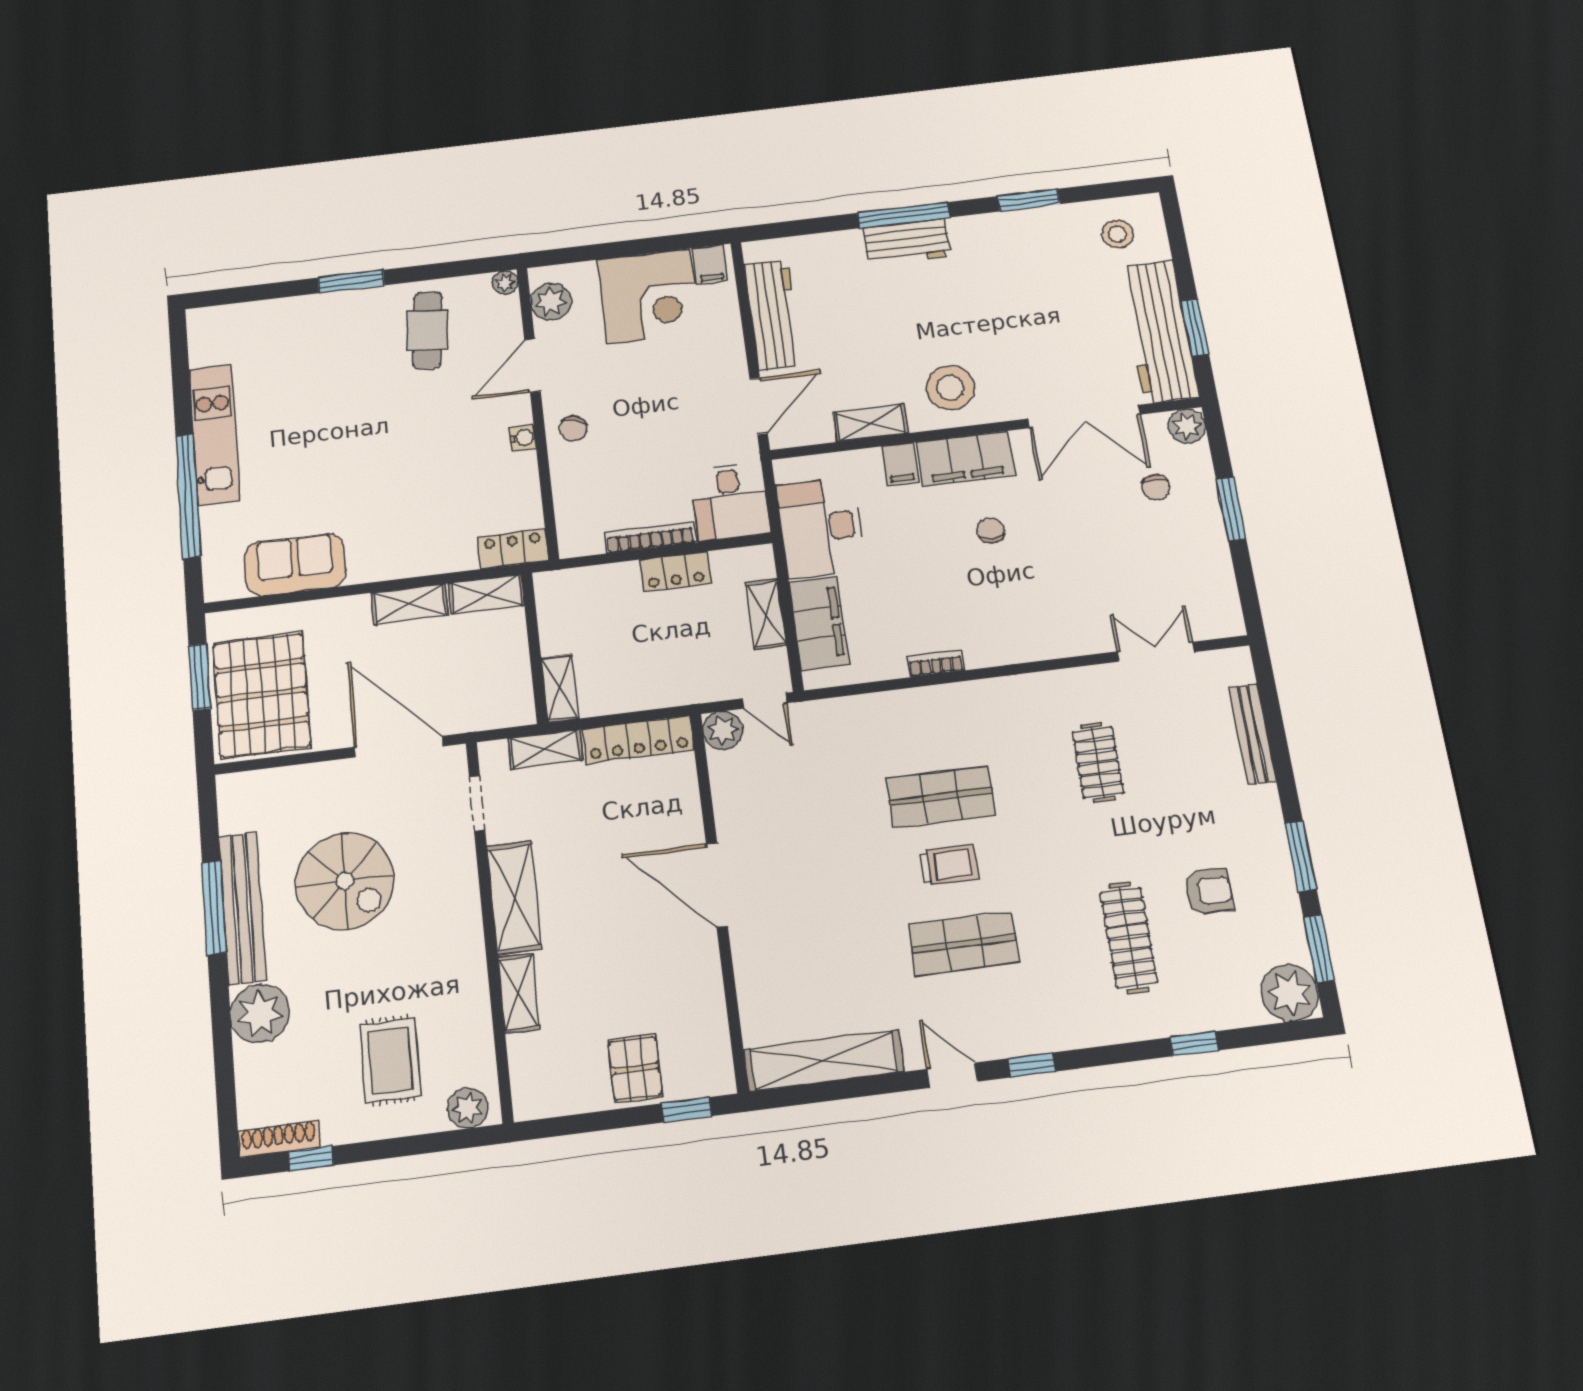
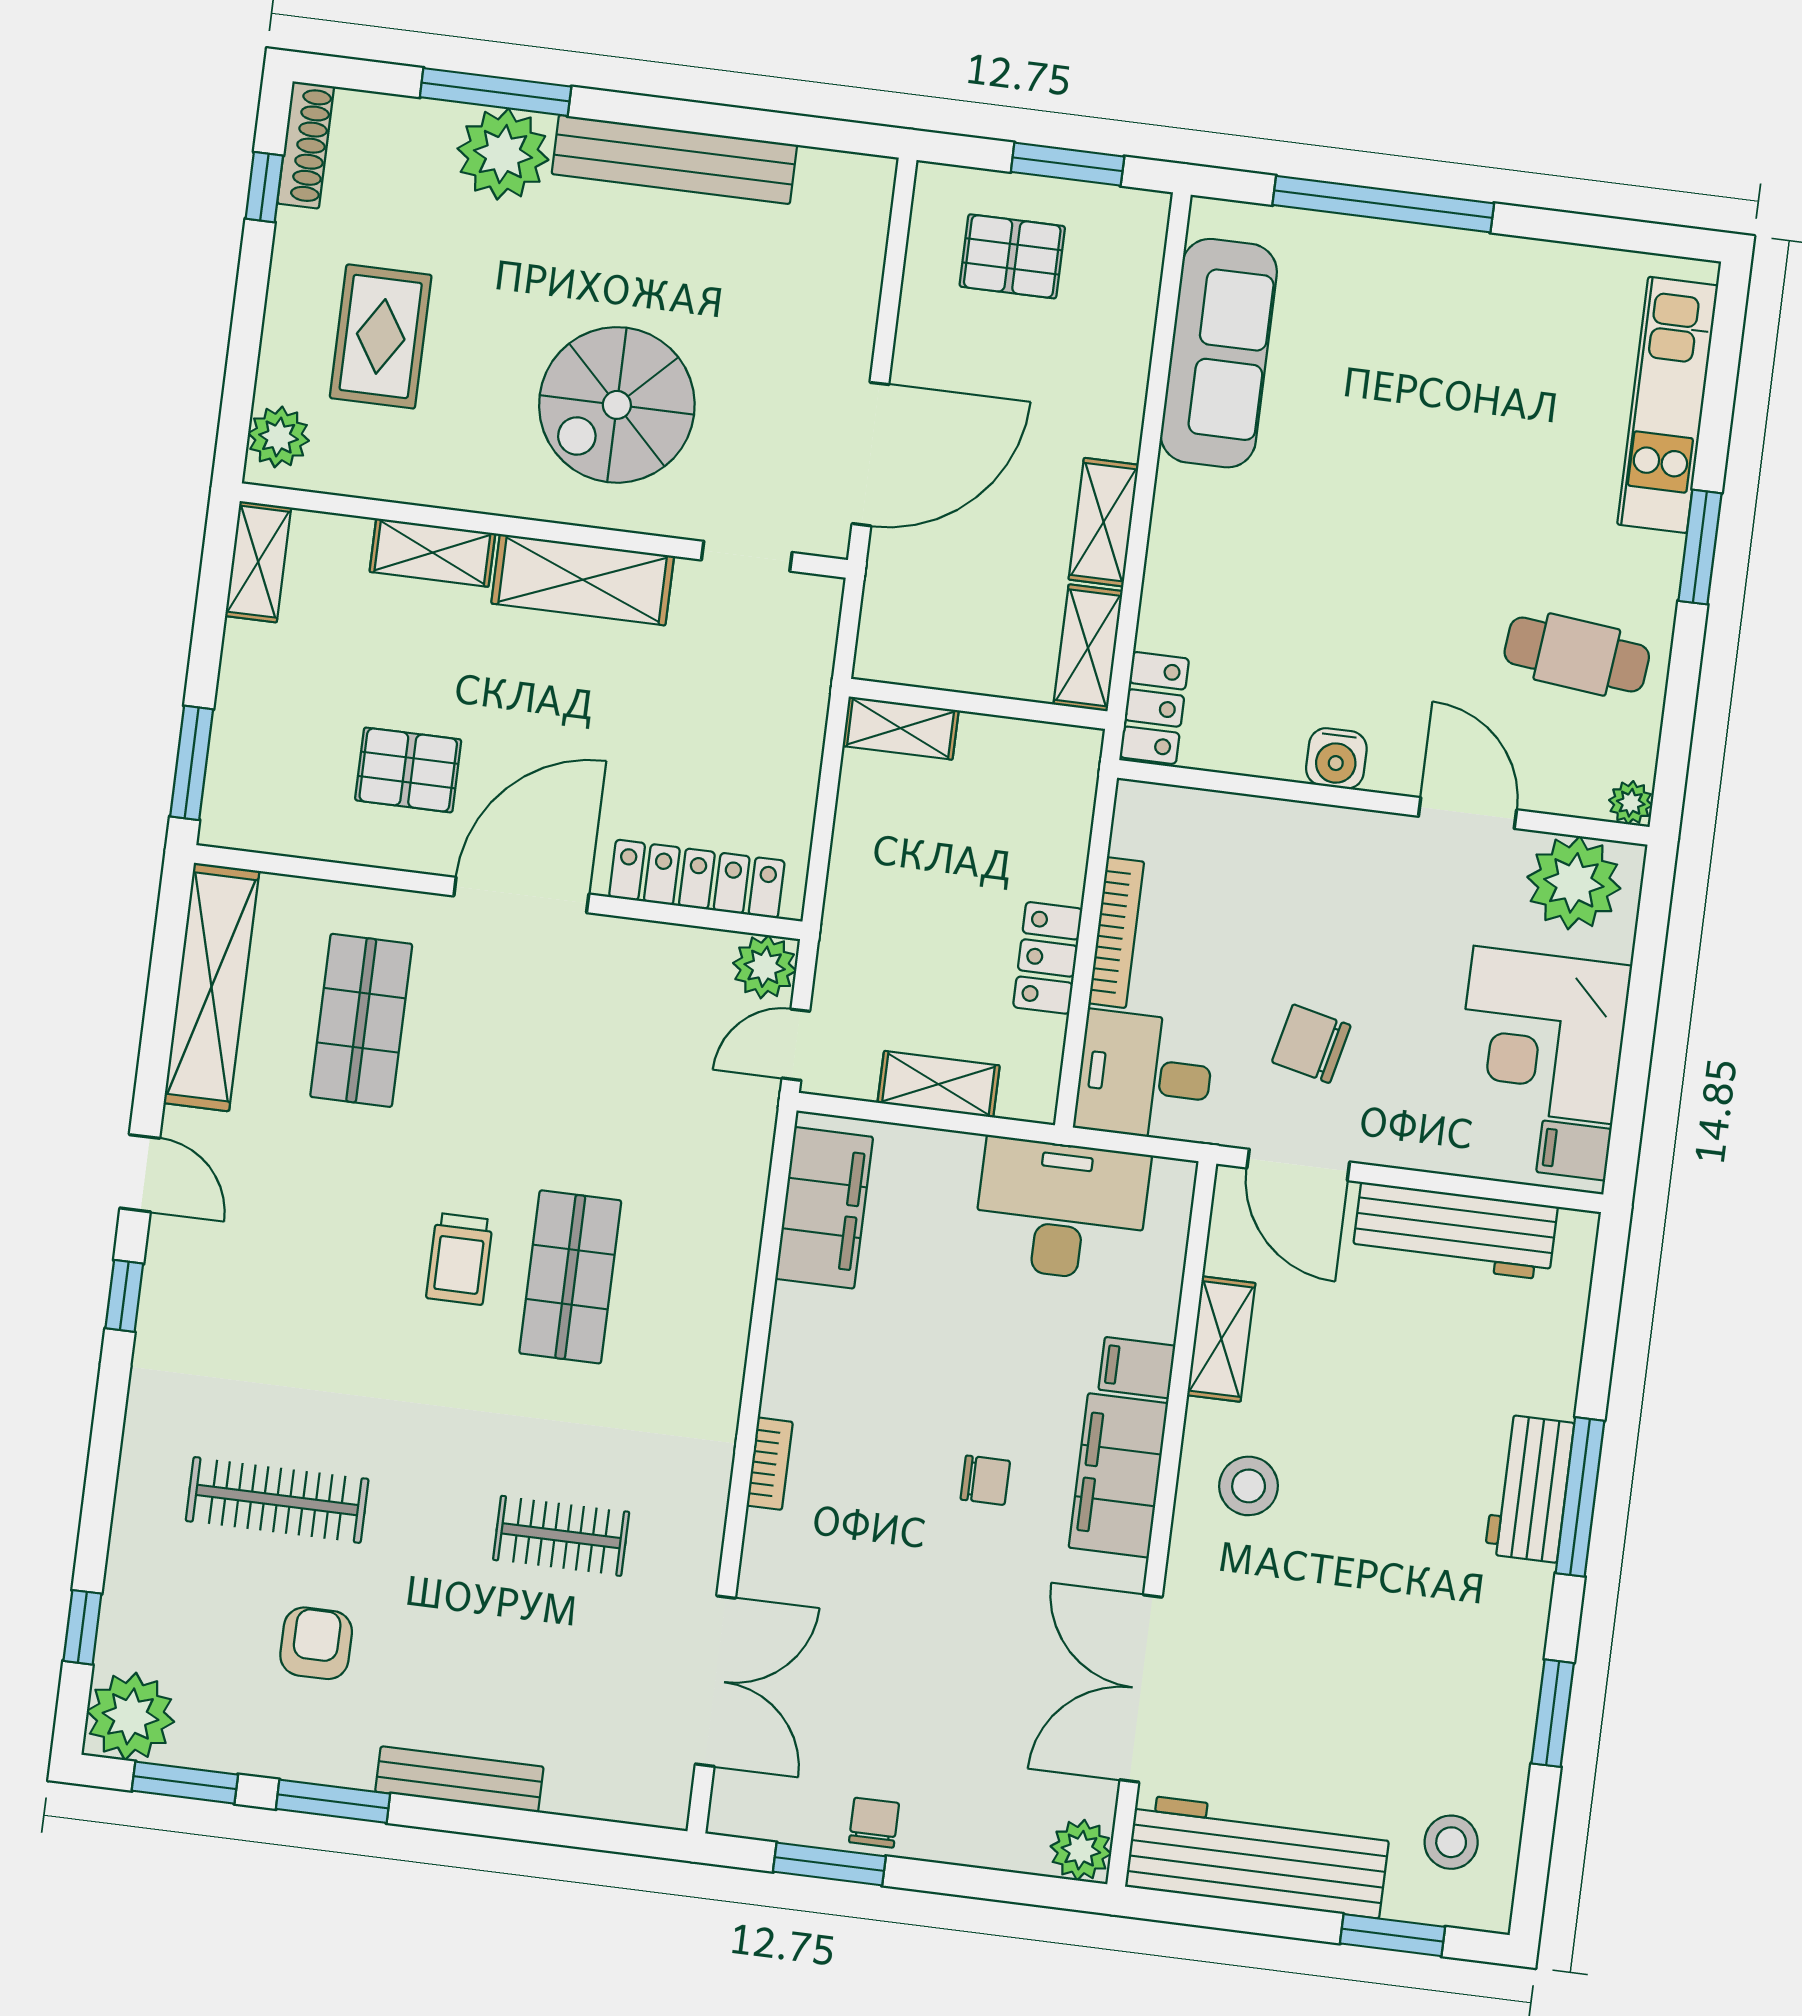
plant: (551, 302) -> (1574, 883), width x1.36, depth x1.36
window: (1195, 328) -> (1392, 1935), moved
stool: (950, 388) -> (1249, 1486), width x0.73, depth x0.73
chair: (573, 428) -> (1311, 1044), moved, width x1.37, depth x1.37
kitchen unit: (214, 435) -> (1668, 405), moved, turned 90
water cooler: (523, 438) -> (1336, 758), width x1.38, depth x1.38
chair: (1156, 487) -> (874, 1823), moved, turned 90
window: (1231, 509) -> (829, 1864), moved
sofa: (295, 565) -> (1219, 353), width x1.36
filing cabinet: (819, 623) -> (824, 1208), moved, turned -90
double door: (1156, 652) -> (715, 1681), width x1.37
bookcase: (936, 663) -> (770, 1464), moved
pallet: (262, 695) -> (1012, 256), width x0.49, depth x0.50
bench: (1252, 734) -> (459, 1779), moved
locker: (638, 739) -> (697, 879), moved, turned 90
shelving: (545, 749) -> (258, 562), moved
spiral stairs: (345, 881) -> (617, 405), moved
armchair: (1208, 891) -> (316, 1643), turned 180
window: (214, 908) -> (496, 92), moved
shop shelf: (964, 944) -> (361, 1020), moved
window: (1194, 1044) -> (82, 1627), moved
rug: (390, 1060) -> (381, 336), turned 90
pallet: (635, 1068) -> (408, 770), moved
door: (952, 1075) -> (140, 1173), hinge flipped
window: (686, 1110) -> (192, 763), width x1.50

